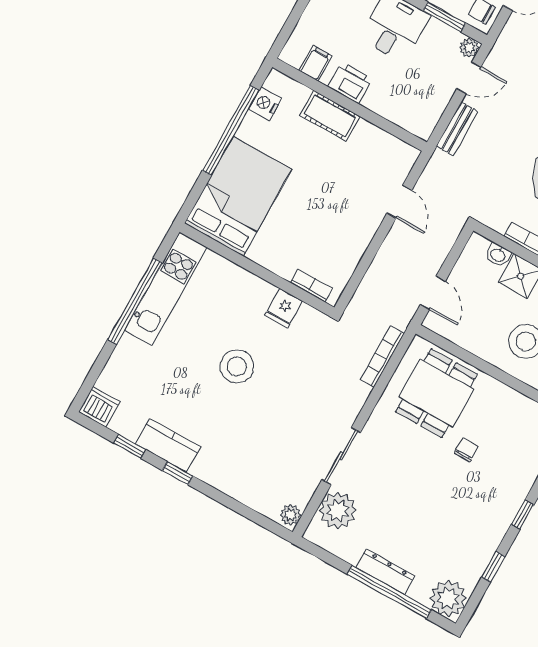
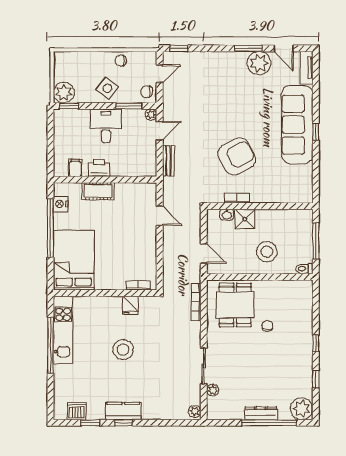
dishwasher: (99, 407) -> (77, 411), moved
kitchen counter: (168, 445) -> (123, 411), moved
plant: (338, 510) -> (213, 390), width x0.53, depth x0.53

